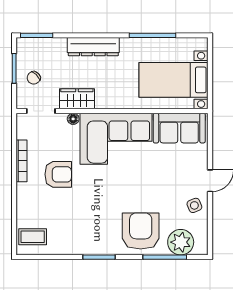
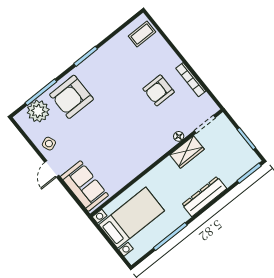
chair: (34, 78) -> (228, 143), removed
sofa: (179, 128) -> (84, 186), moved, turned 90
corner sofa: (116, 139) -> (139, 146), removed
armchair: (141, 231) -> (72, 97), turned 90

